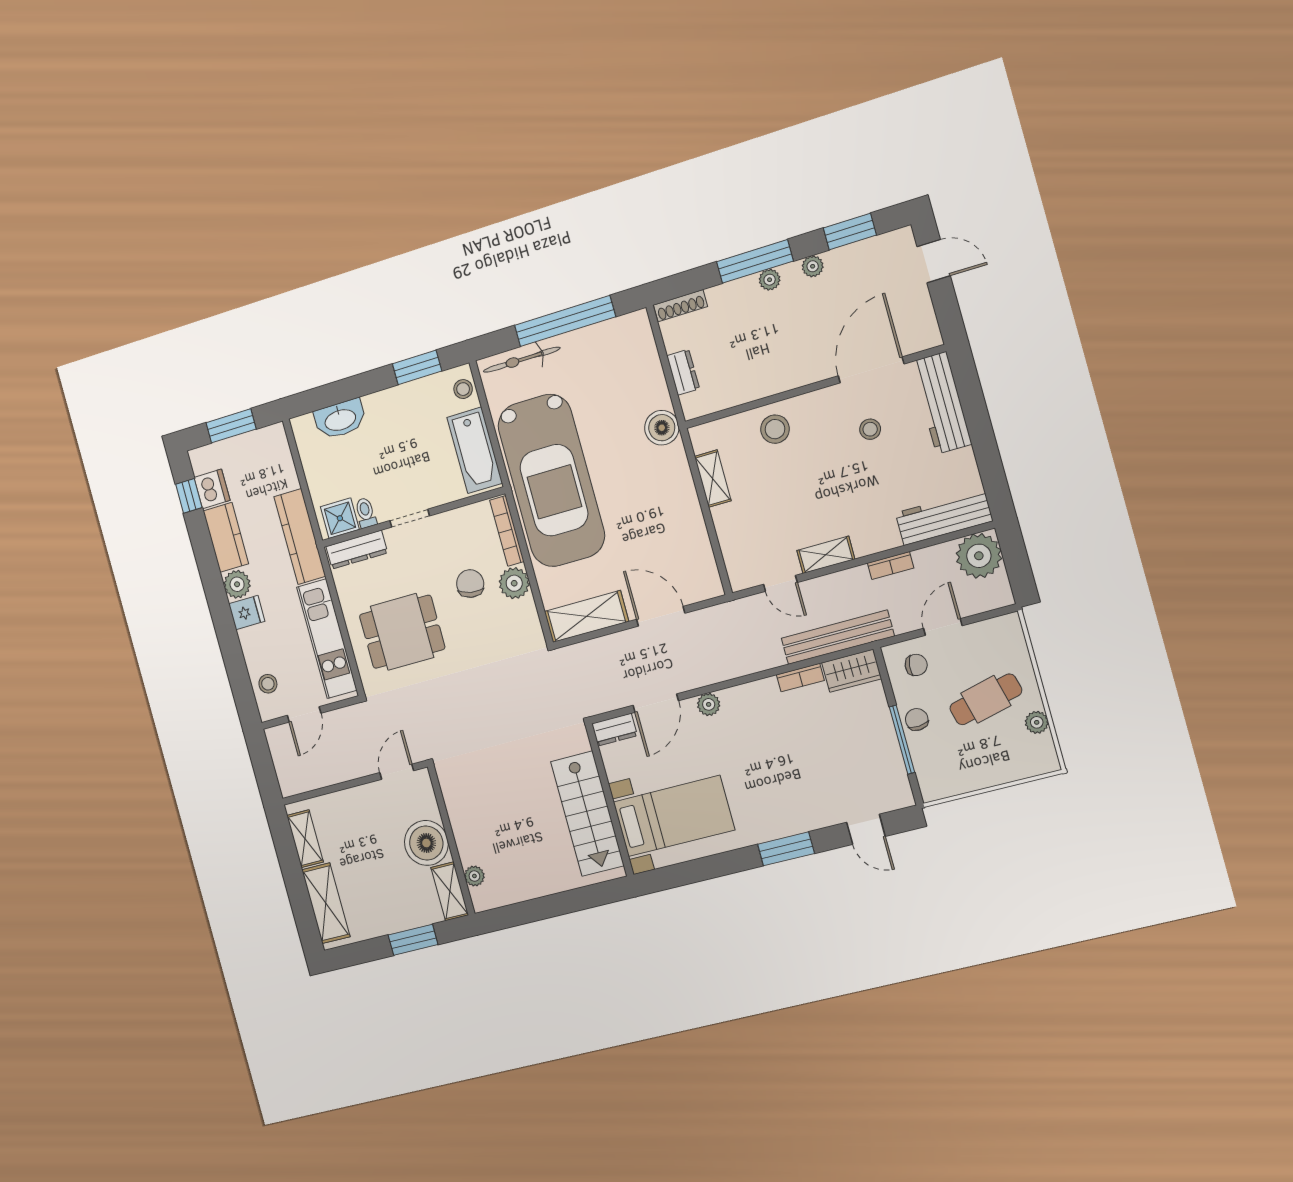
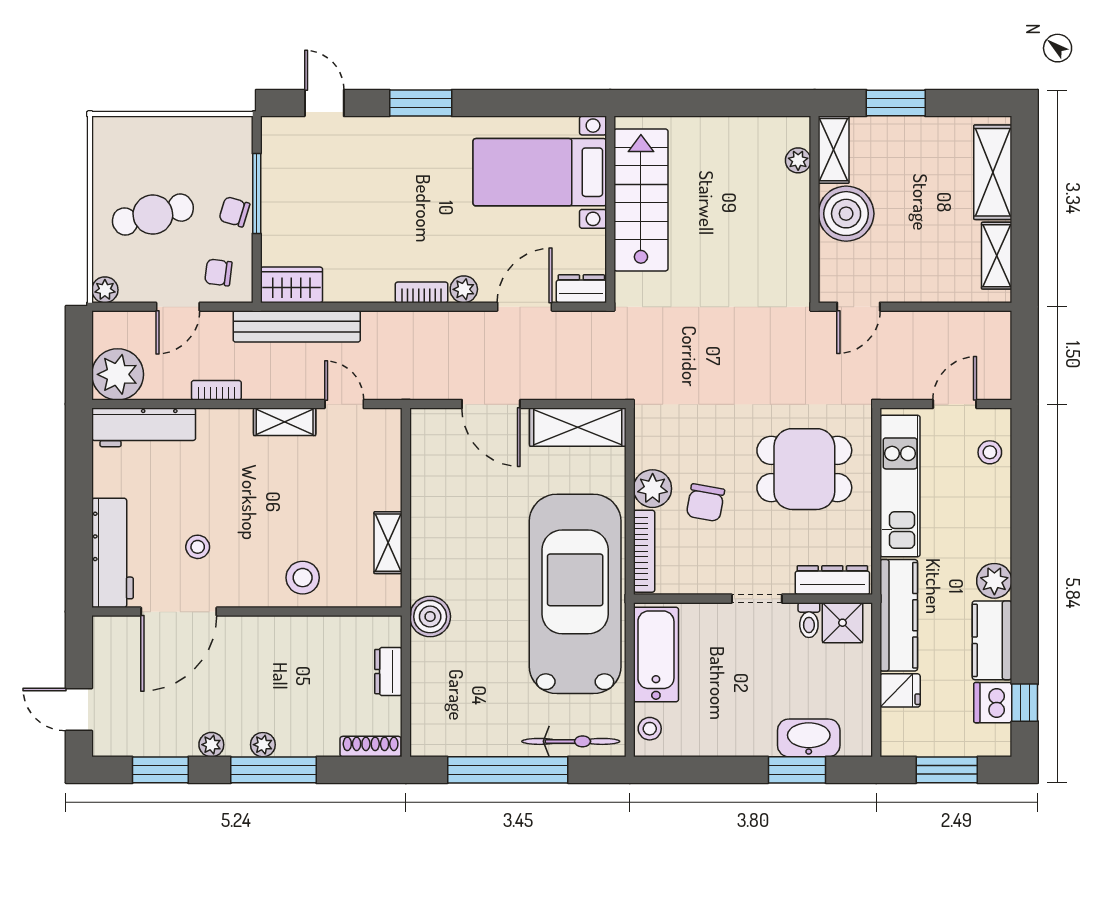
window: (417, 367) -> (797, 770), moved
fridge: (247, 613) -> (900, 690), moved, turned 180
bookcase: (800, 678) -> (422, 292), moved
chair: (917, 719) -> (234, 212), turned 111
plant: (1037, 722) -> (105, 290), moved

